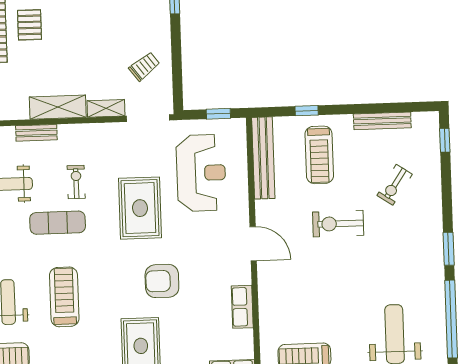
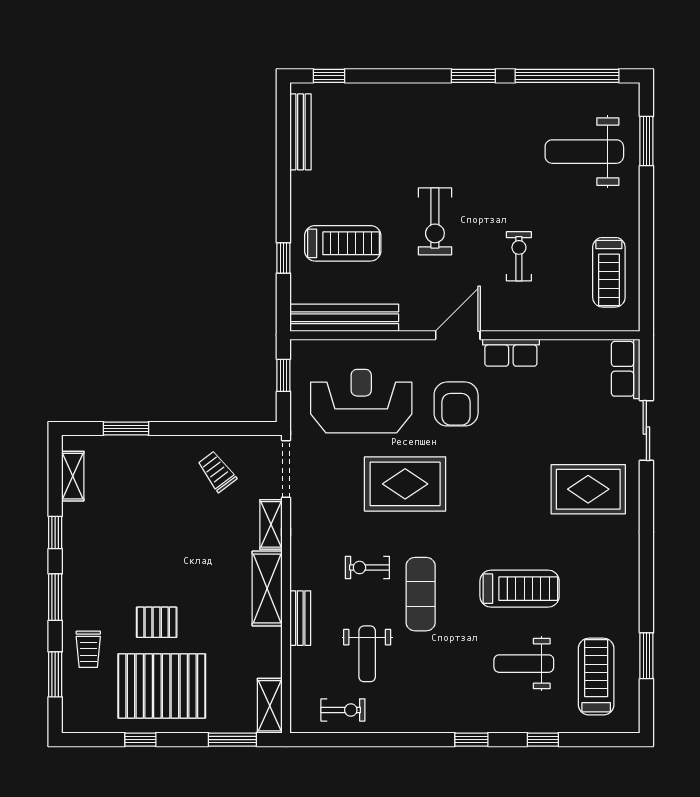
bench: (382, 121) -> (300, 132), moved
exercise bike: (395, 185) -> (519, 256), moved, turned -124
armchair: (162, 281) -> (456, 404), moved
treadmill: (64, 297) -> (520, 589), turned 180
row of seats: (242, 307) -> (511, 353), moved

